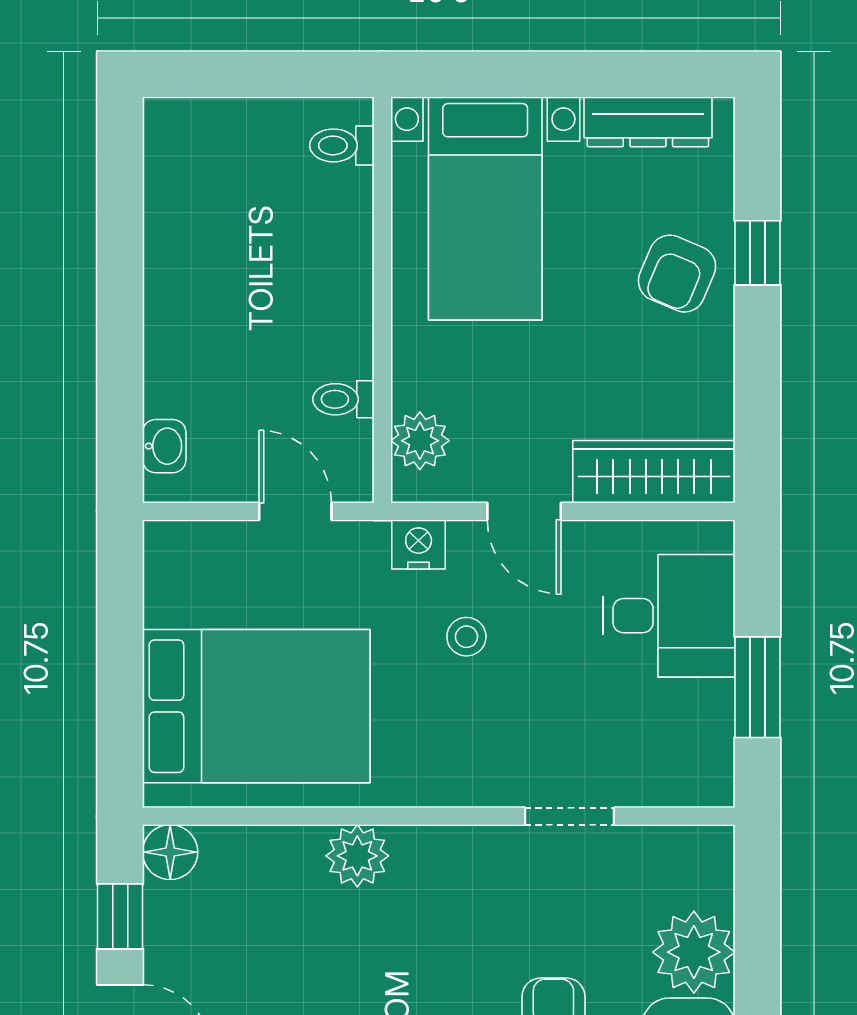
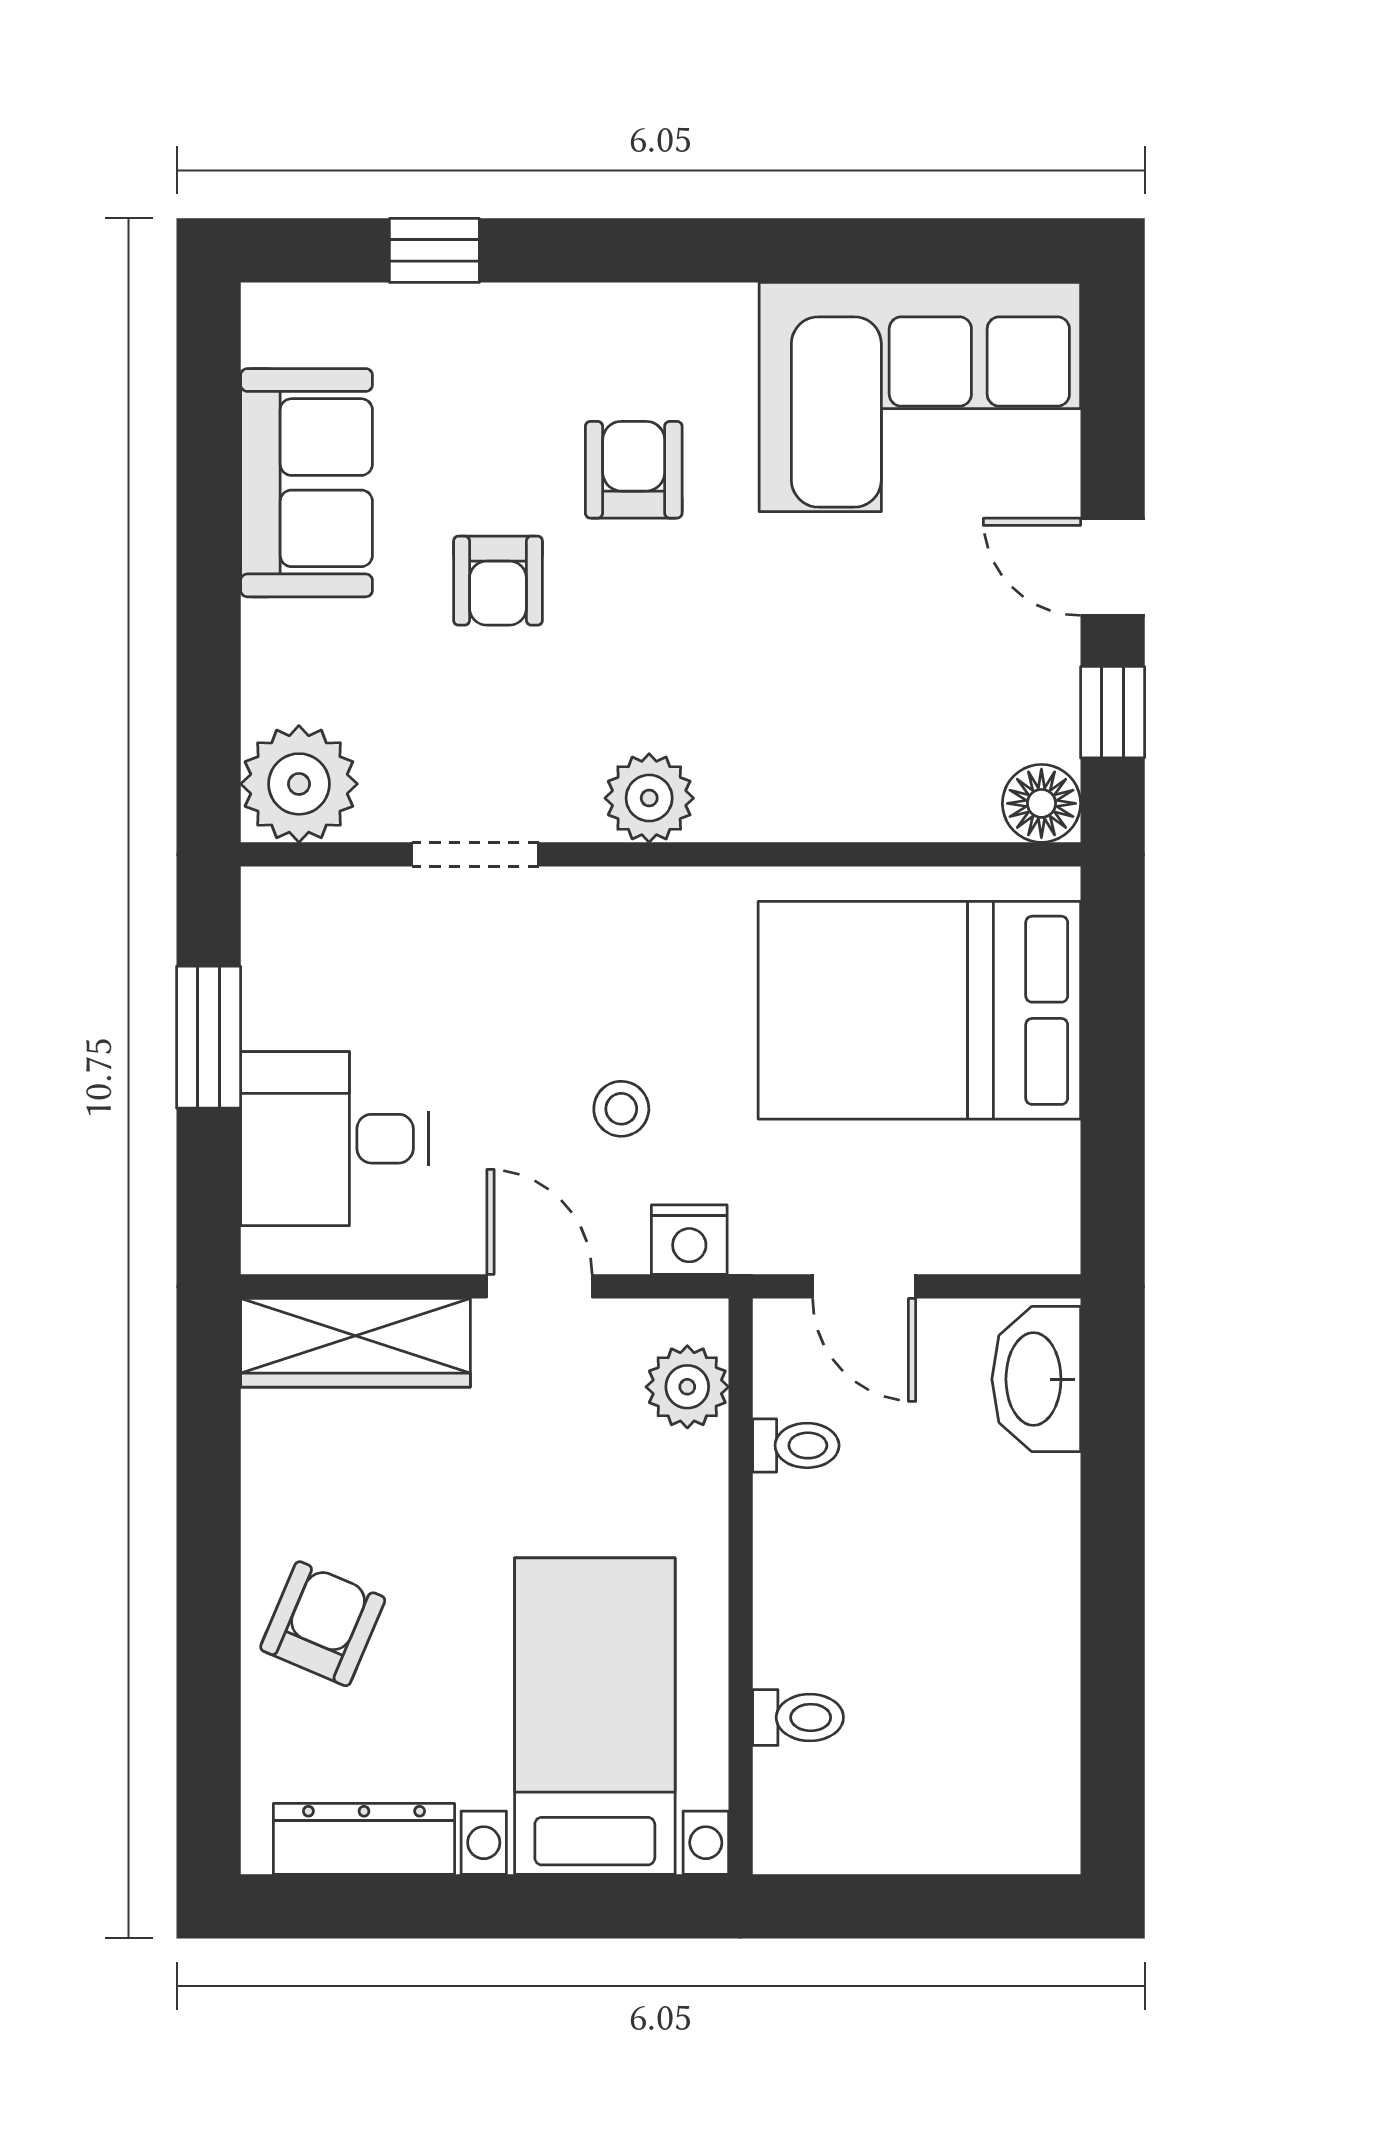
toilet: (342, 145) -> (798, 1717), moved
window: (758, 253) -> (209, 1653), removed
washbasin: (164, 446) -> (1036, 1379), width x1.91, depth x1.45
plant: (357, 856) -> (649, 798), moved
plant: (694, 952) -> (299, 784), moved

